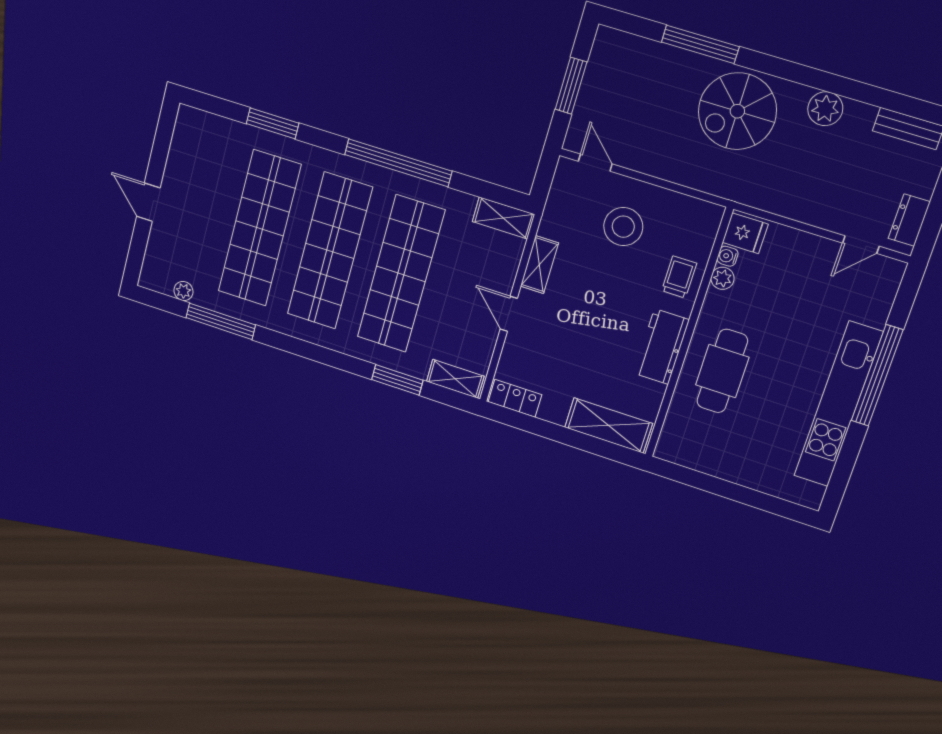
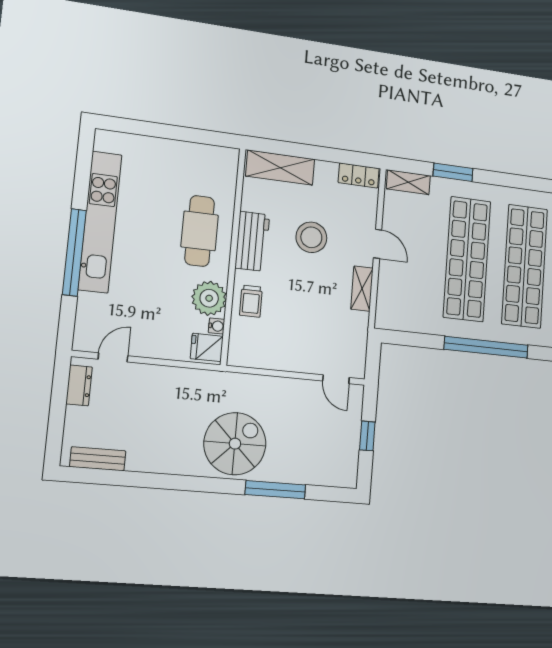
window: (571, 86) -> (367, 436), width x0.67
plant: (825, 109) -> (167, 460), removed
shelving: (503, 218) -> (397, 320), removed
stool: (623, 227) -> (311, 237), moved
plant: (722, 278) -> (209, 298), width x1.88, depth x1.88

